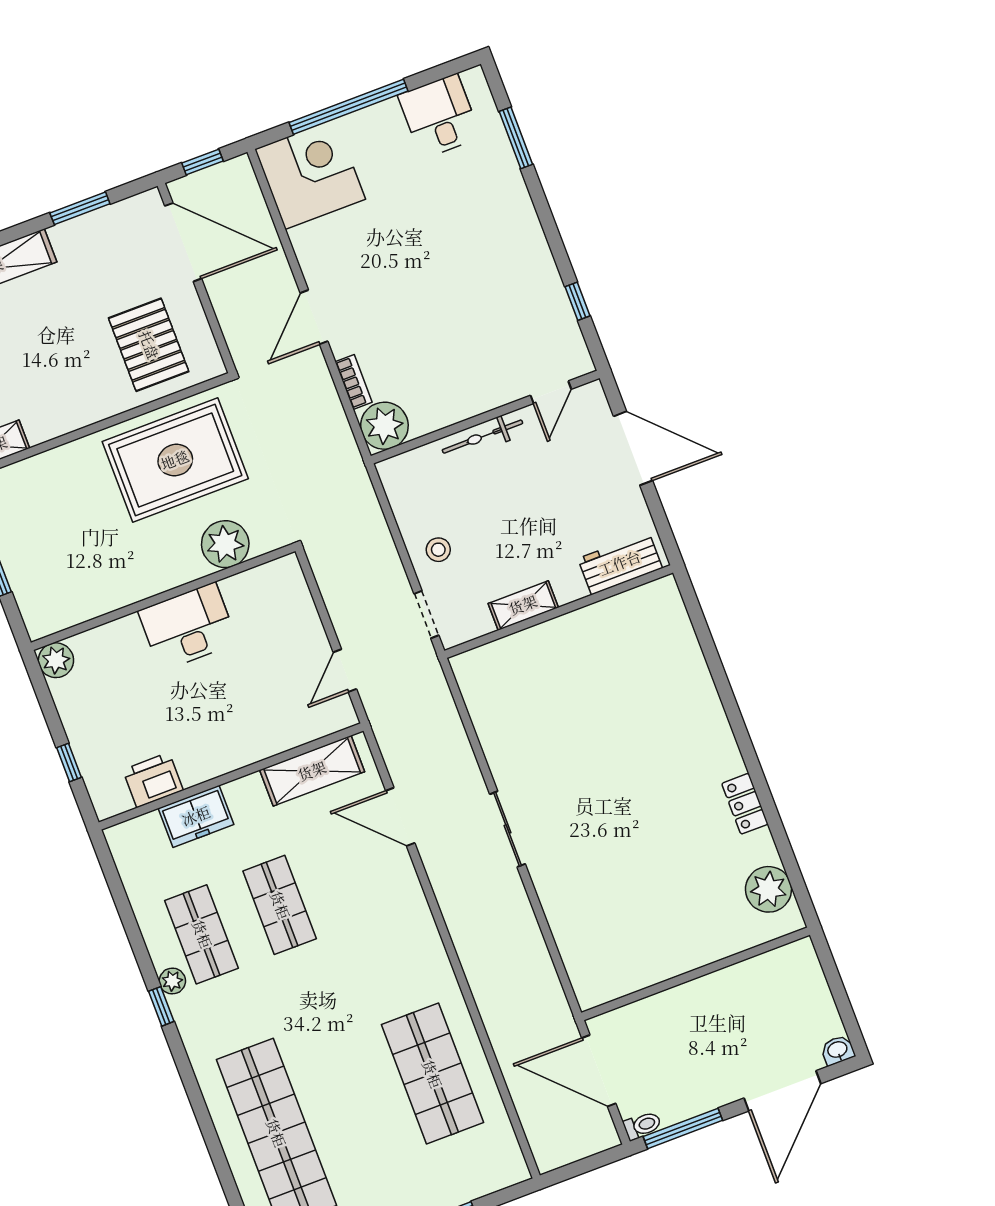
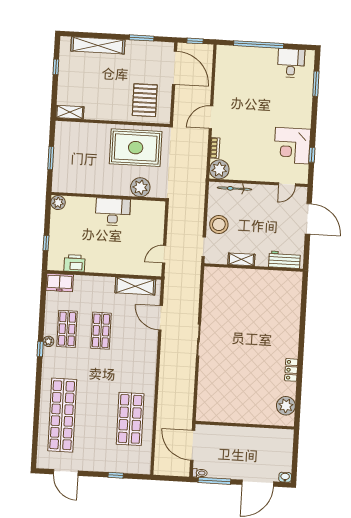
corner desk: (310, 174) -> (292, 146), moved, turned 180
bicycle: (482, 437) -> (234, 189), moved
stool: (438, 550) -> (219, 225), width x1.89, depth x1.89
freezer: (196, 816) -> (60, 283), moved

